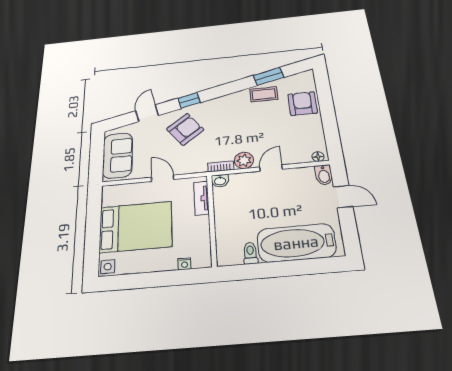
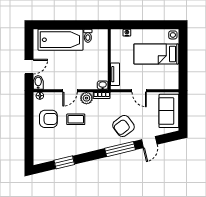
coffee table: (264, 94) -> (76, 119), moved
window: (189, 100) -> (120, 149), width x2.17
armchair: (302, 104) -> (48, 119), moved, turned -90
door: (343, 197) -> (29, 67), swing flipped
bed: (136, 227) -> (156, 54), width x0.67

